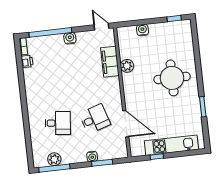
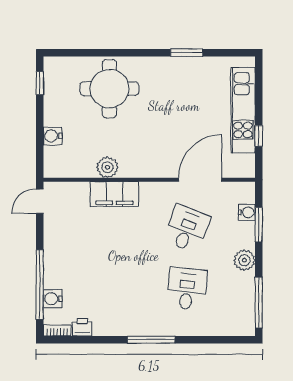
water cooler: (70, 38) -> (53, 299), moved
filing cabinet: (110, 62) -> (114, 194), moved
round table: (172, 78) -> (109, 89), moved
window: (24, 105) -> (151, 340), added
desk: (95, 119) -> (187, 229), turned 39
water cooler: (92, 156) -> (247, 212), moved
plant: (54, 159) -> (244, 260), moved

